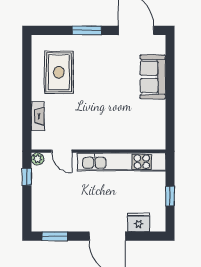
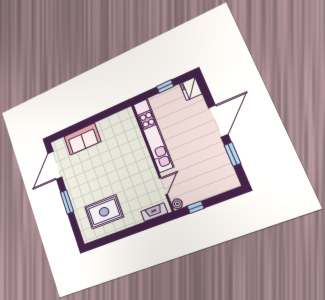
fireplace: (38, 116) -> (154, 212), moved
fridge: (139, 222) -> (191, 89), moved
window: (55, 236) -> (232, 154), moved

